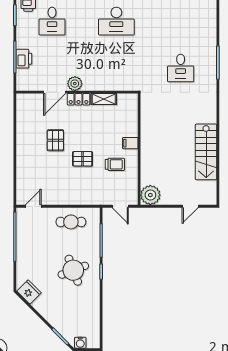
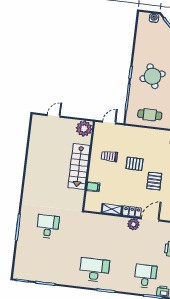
filing cabinet: (130, 143) -> (93, 187), moved
stairs: (206, 152) -> (79, 167), moved, turned 180
door: (120, 206) -> (109, 123), hinge flipped

